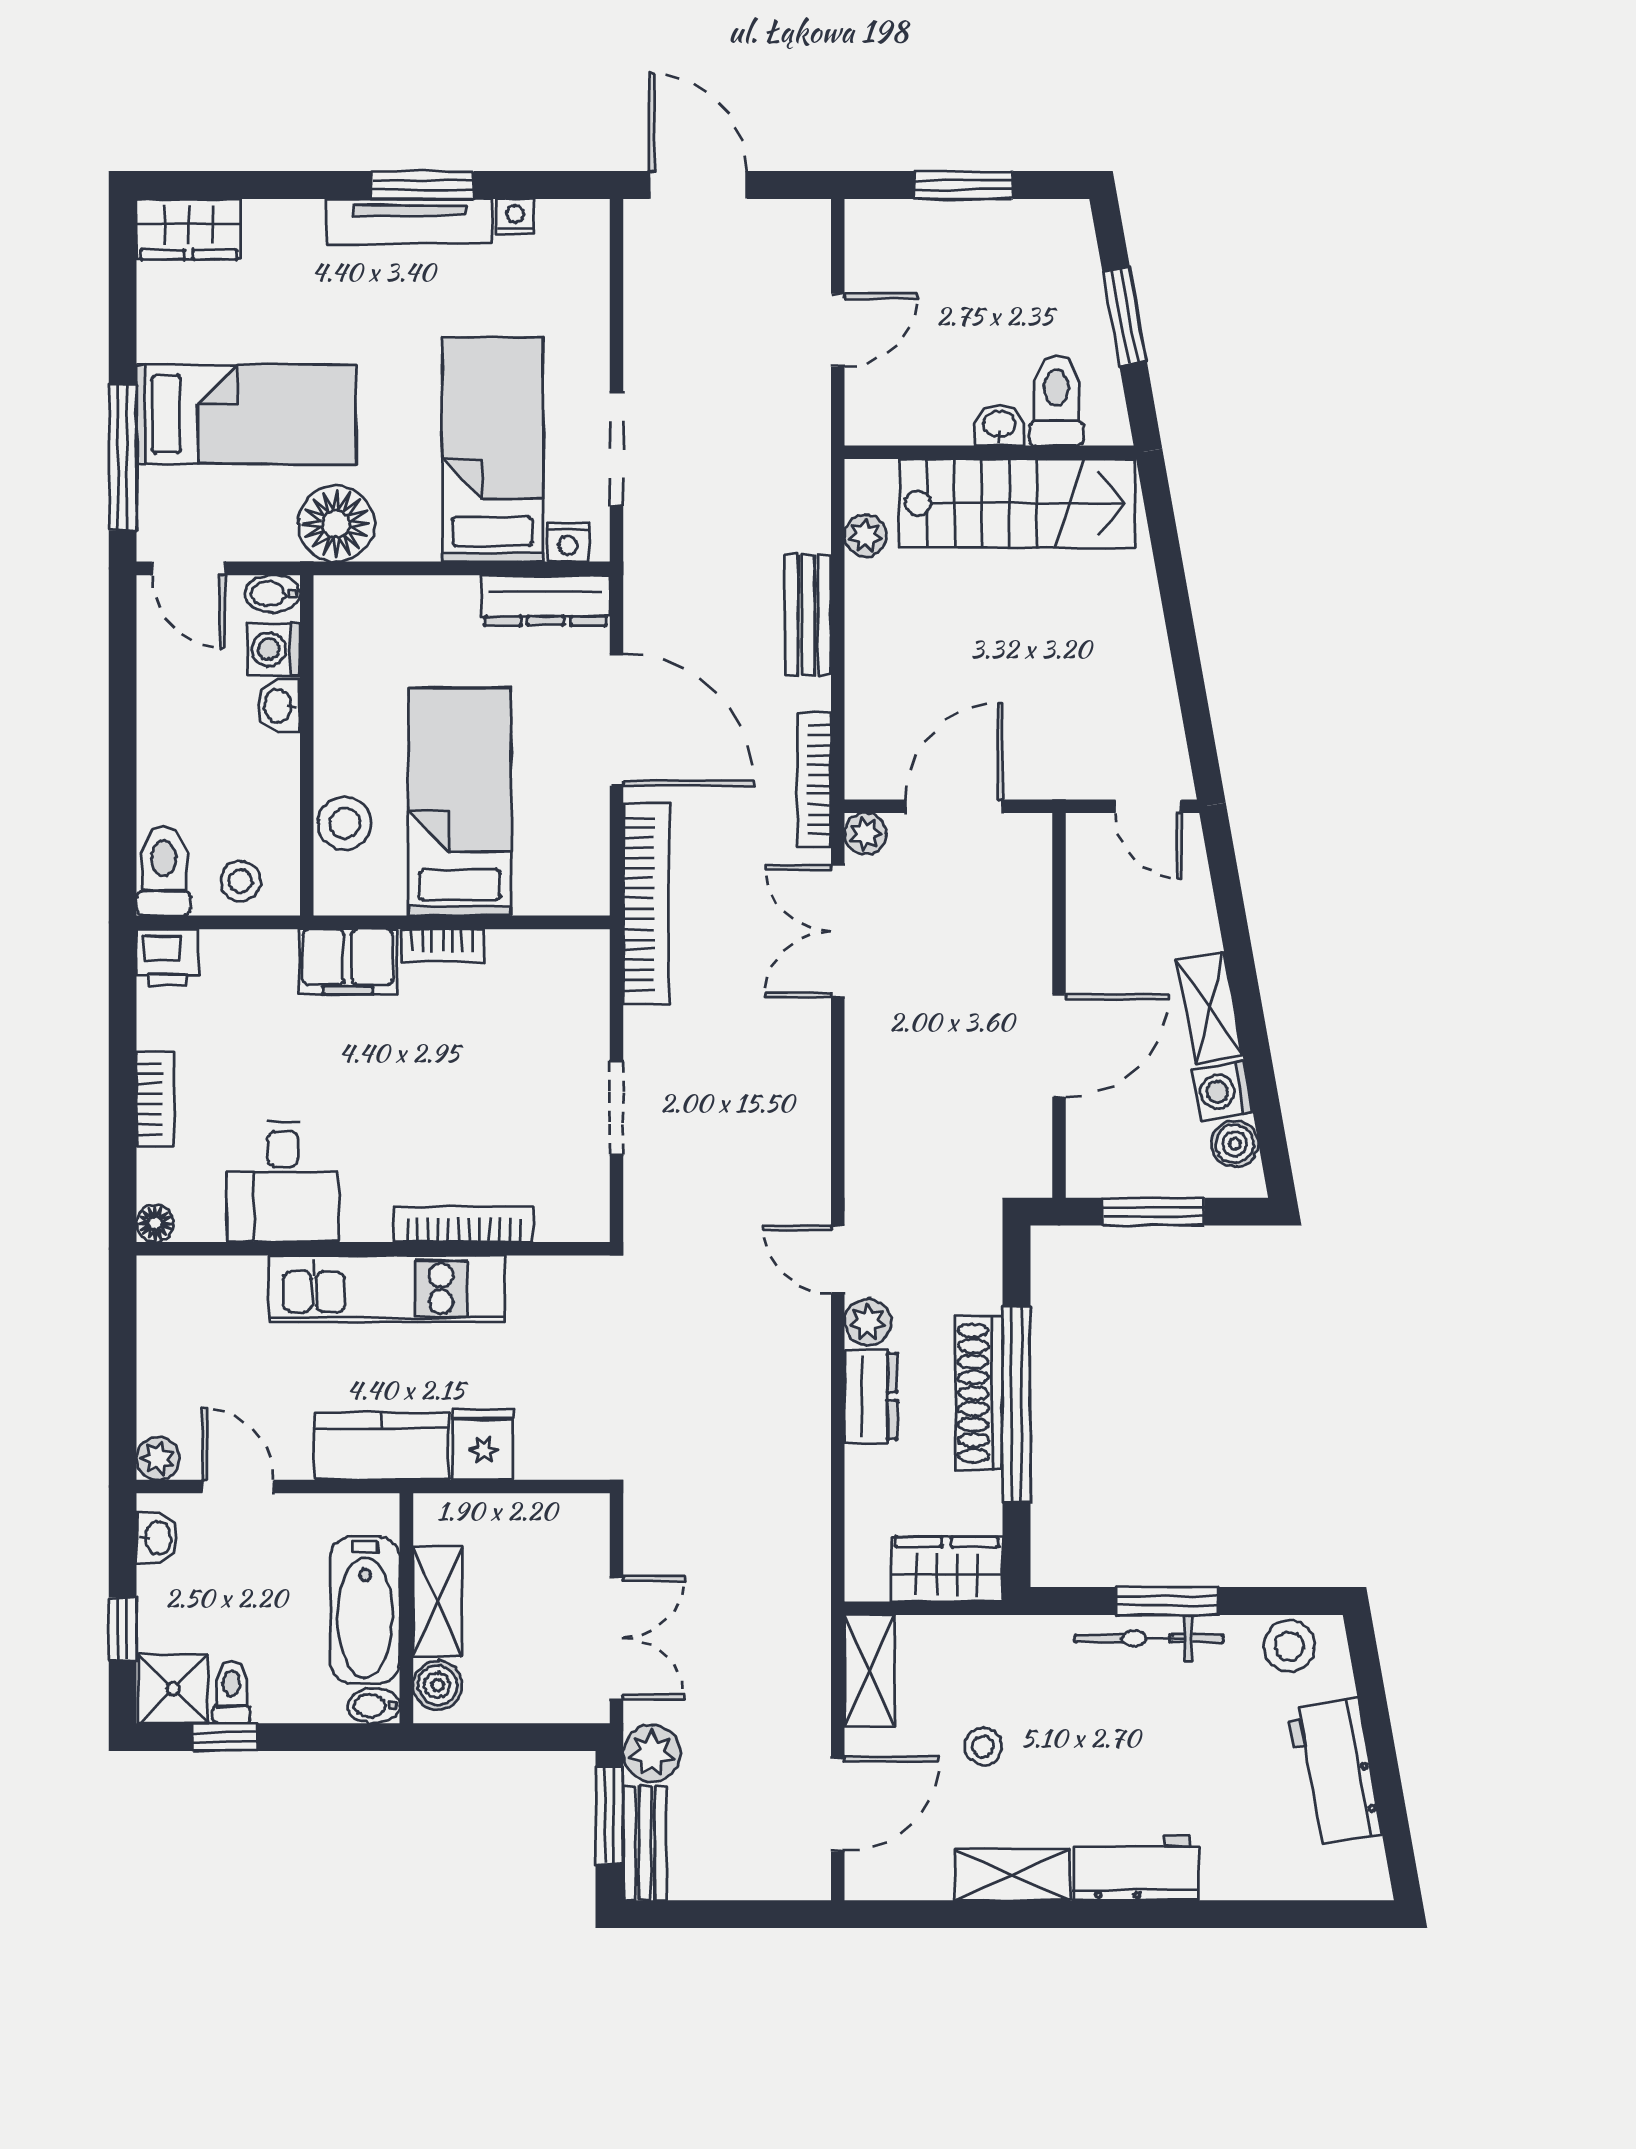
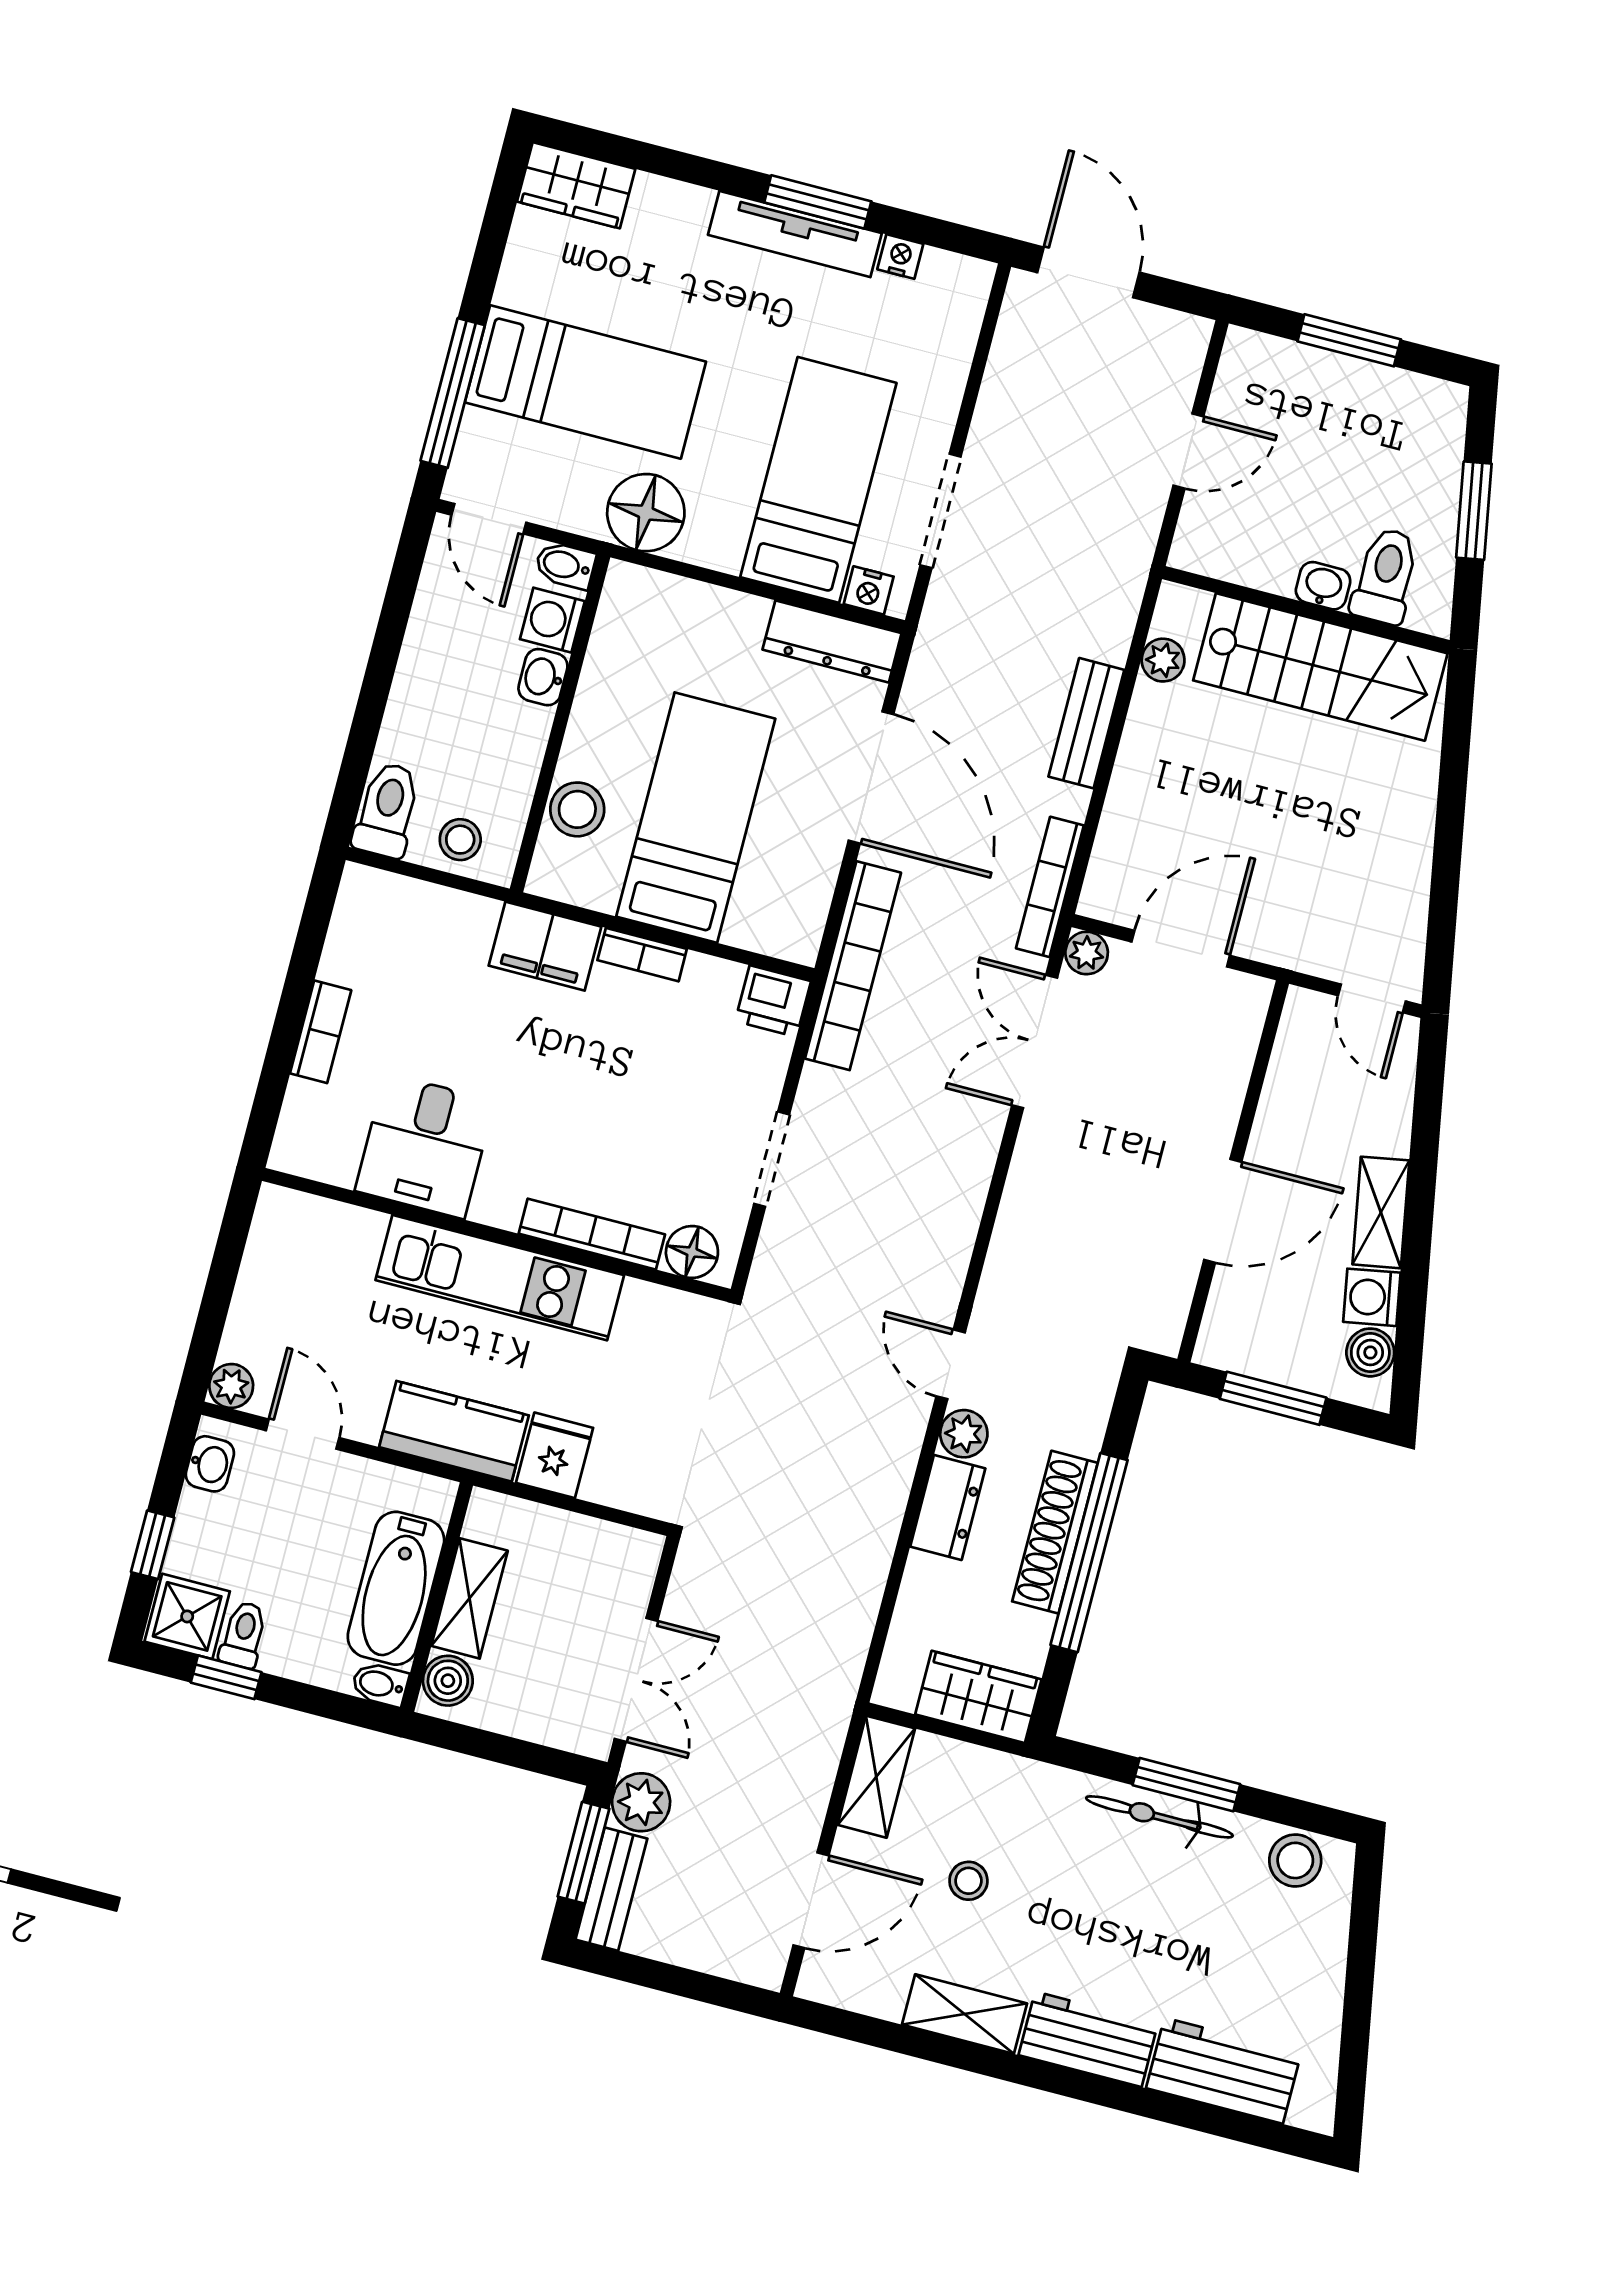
printer: (168, 957) -> (773, 1001), moved
floor lamp: (155, 1223) -> (692, 1252), moved, width x1.37, depth x1.37
workbench: (1335, 1772) -> (1224, 2071), moved, turned 100

